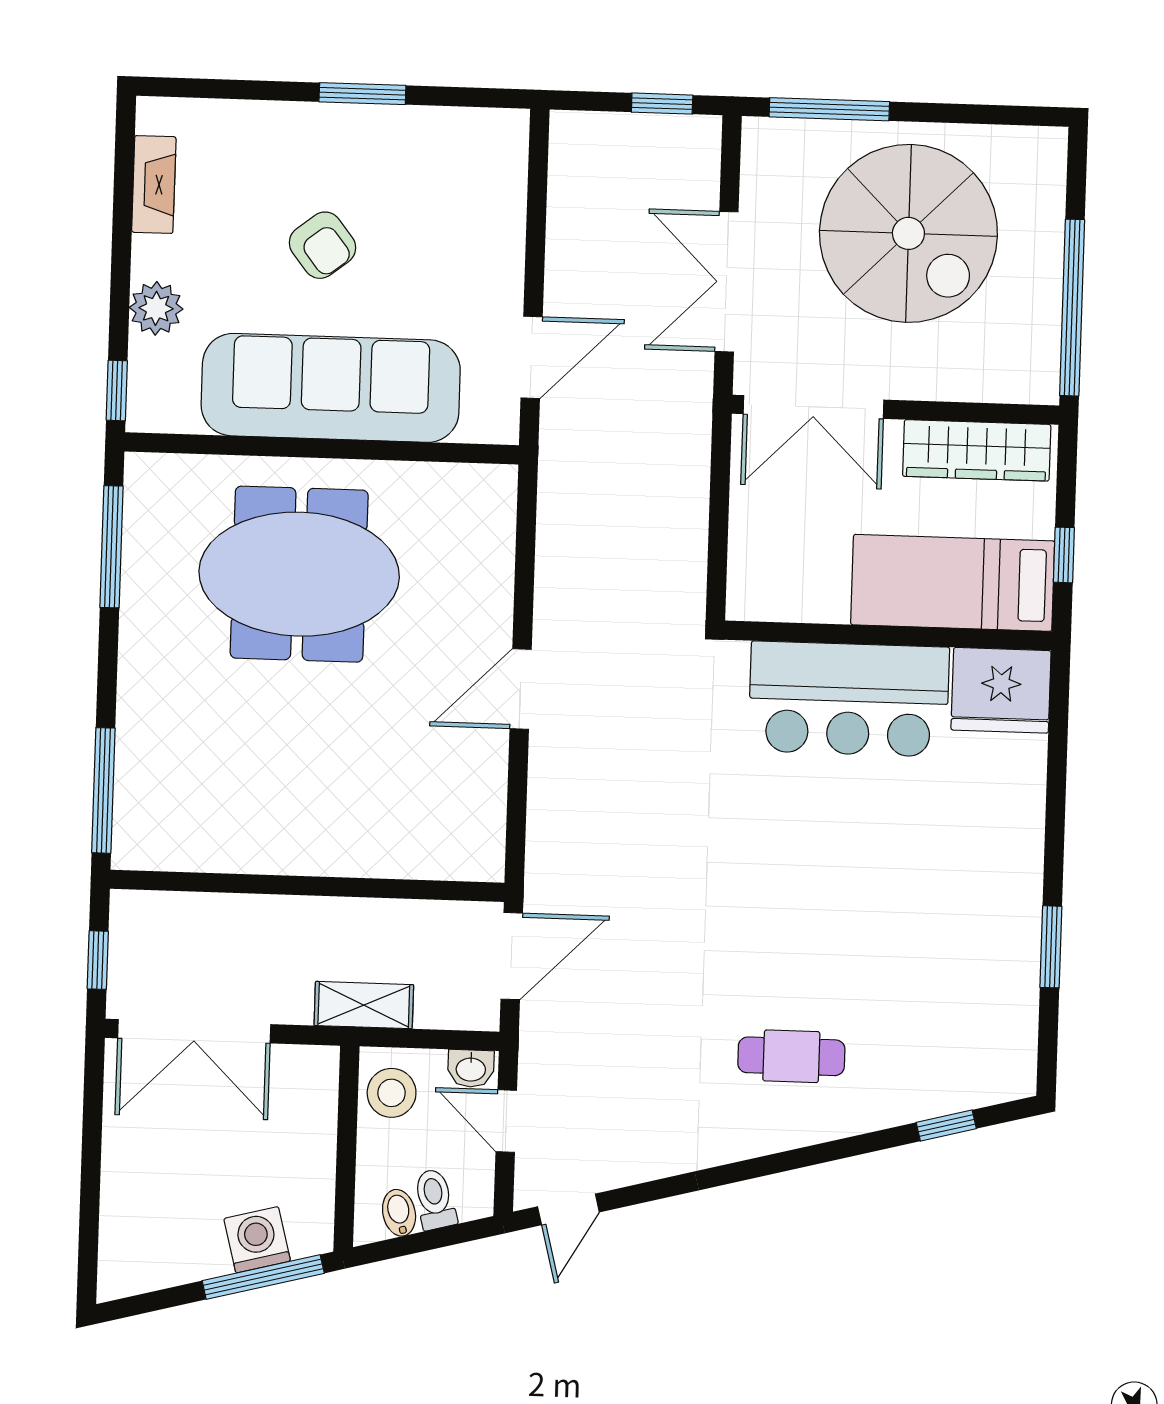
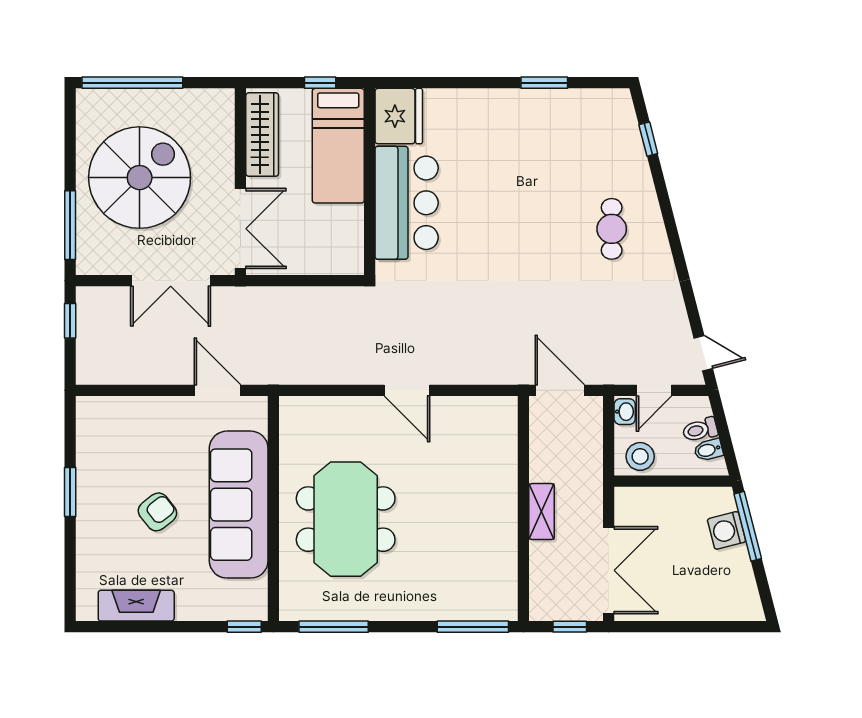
fireplace: (154, 185) -> (136, 606), width x1.37, depth x1.32
plant: (156, 308) -> (197, 606), removed
window: (1072, 308) -> (132, 83), moved
shelving: (364, 1005) -> (542, 512), moved

